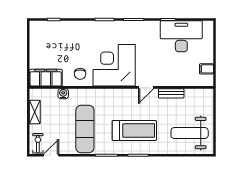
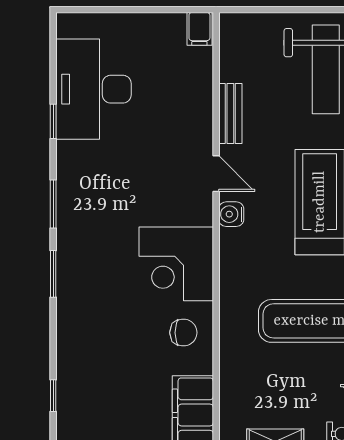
corner desk: (114, 65) -> (176, 264), width x0.74, depth x0.74
filing cabinet: (206, 69) -> (199, 29), moved
water cooler: (63, 94) -> (231, 214), moved

